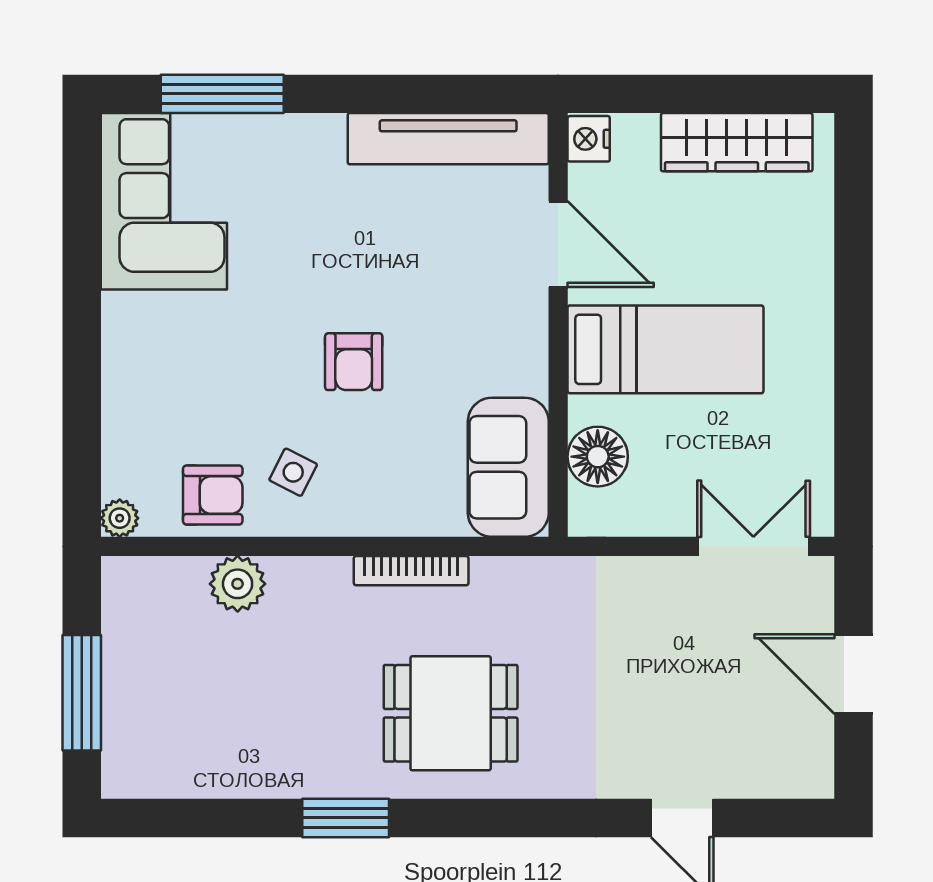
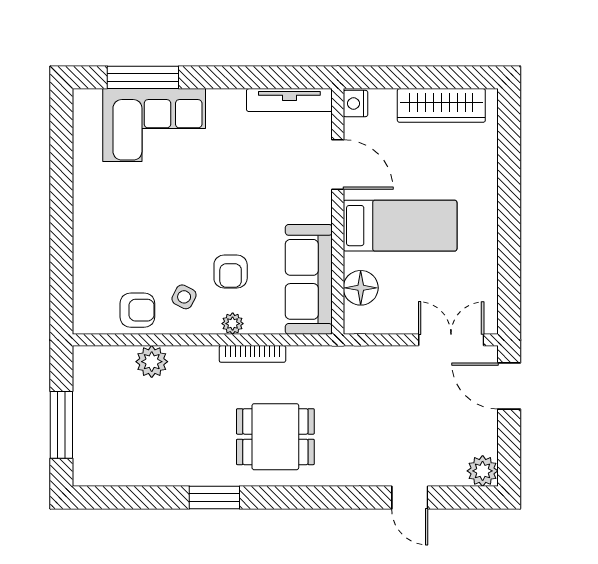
tv unit: (448, 139) -> (289, 100), width x0.73, depth x0.78
corner sofa: (164, 201) -> (154, 125), moved, turned 90
armchair: (354, 362) -> (231, 272), moved
sofa: (508, 467) -> (309, 279), width x1.36
plant: (120, 518) -> (233, 324), moved
door: (853, 674) -> (509, 386), moved
plant: (808, 772) -> (483, 471), added

